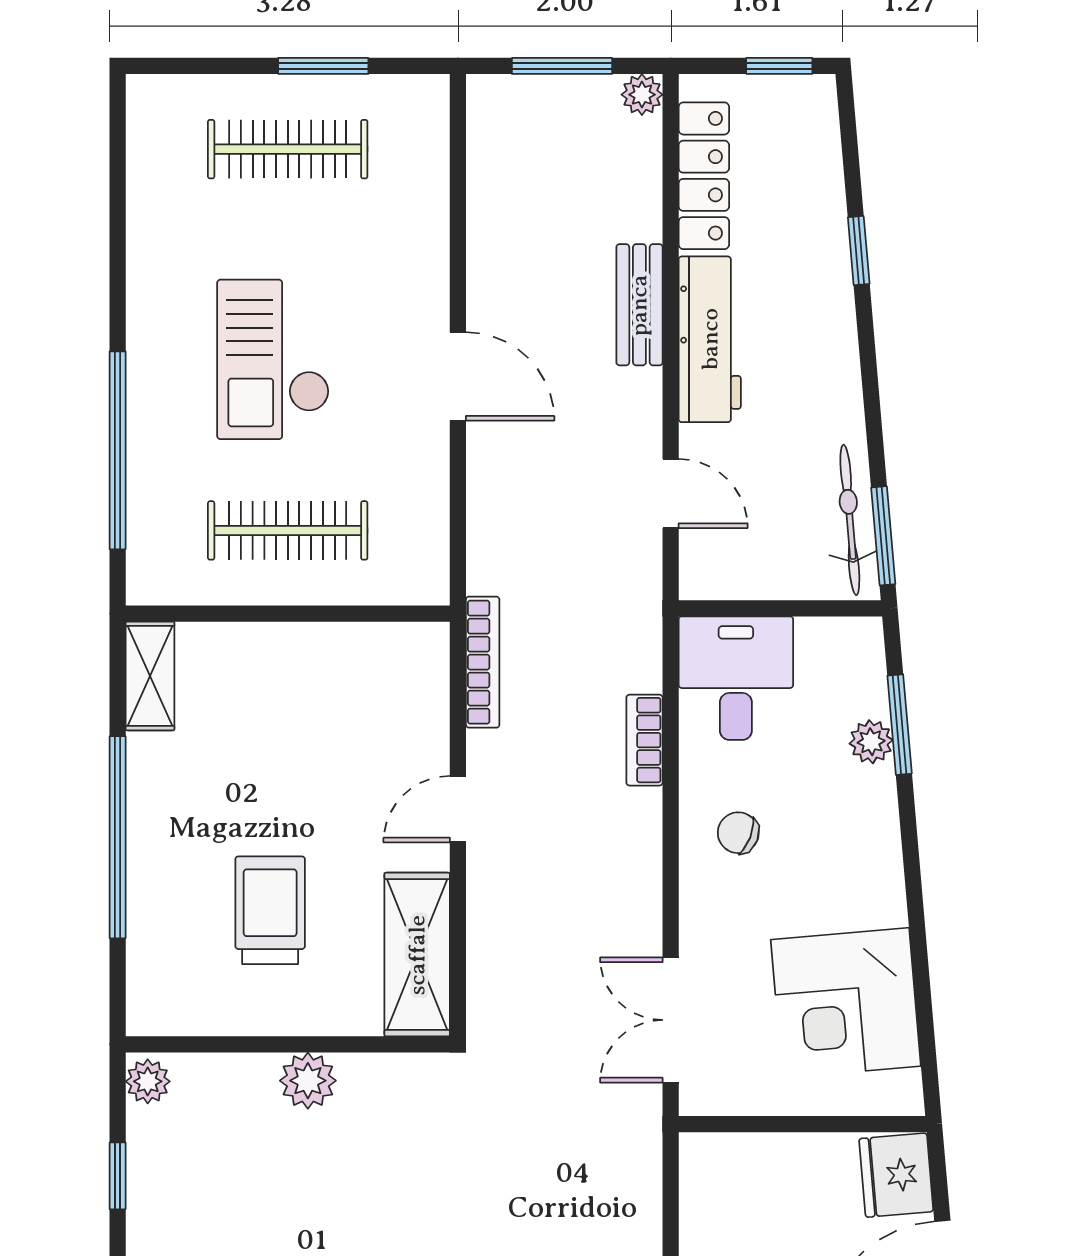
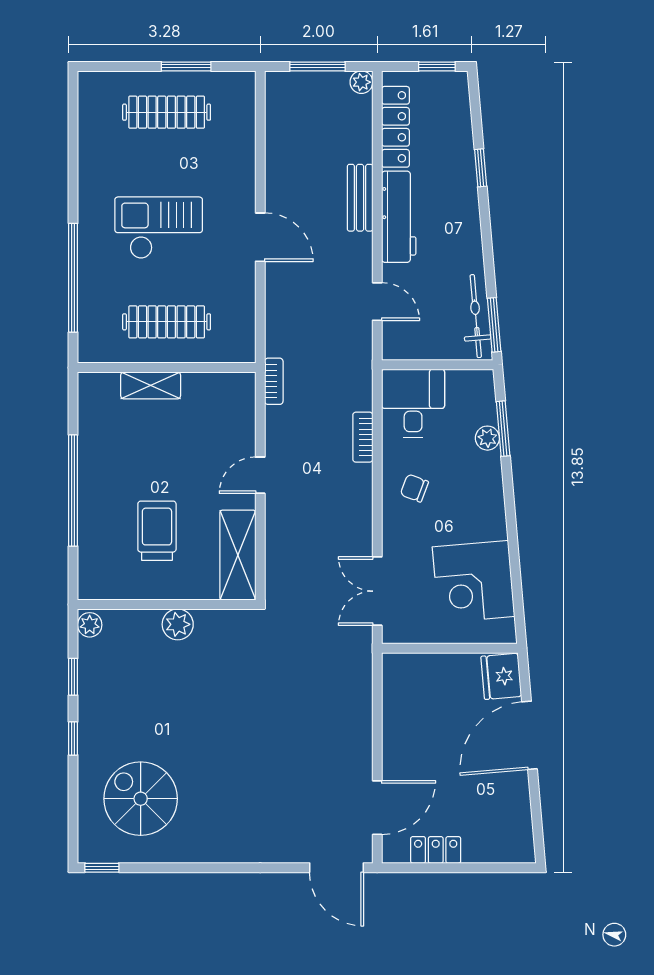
checkout: (273, 359) -> (159, 228), turned 90
bookcase: (483, 662) -> (274, 381), width x0.64
shelving: (150, 676) -> (151, 385), moved, turned 90

